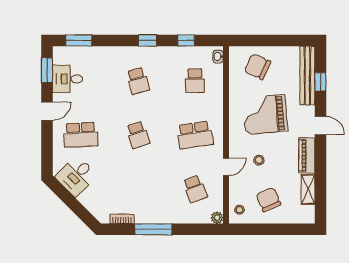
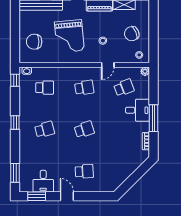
window: (186, 40) -> (15, 80), moved
chair: (258, 67) -> (34, 42), turned 66
school desk: (81, 135) -> (84, 171), width x0.54
school desk: (195, 135) -> (84, 88), width x0.54
door: (226, 167) -> (108, 65), swing flipped
desk: (76, 176) -> (137, 110), moved, turned -45

